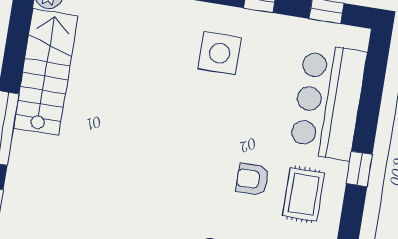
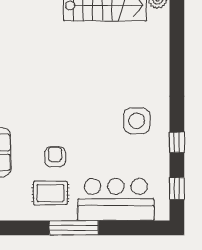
window: (359, 169) -> (74, 228), width x2.17

